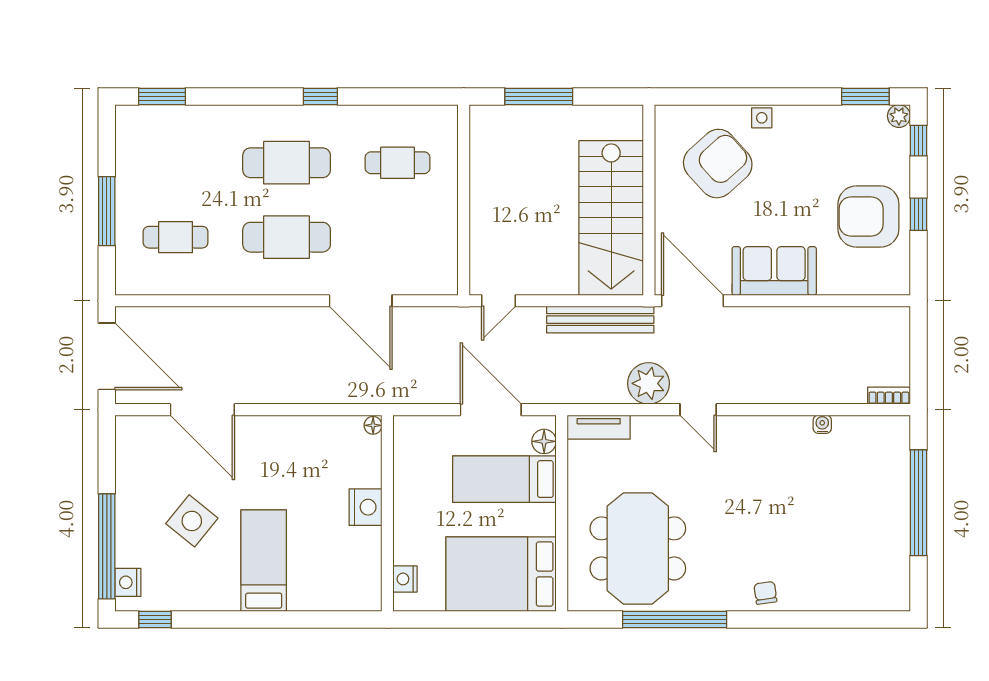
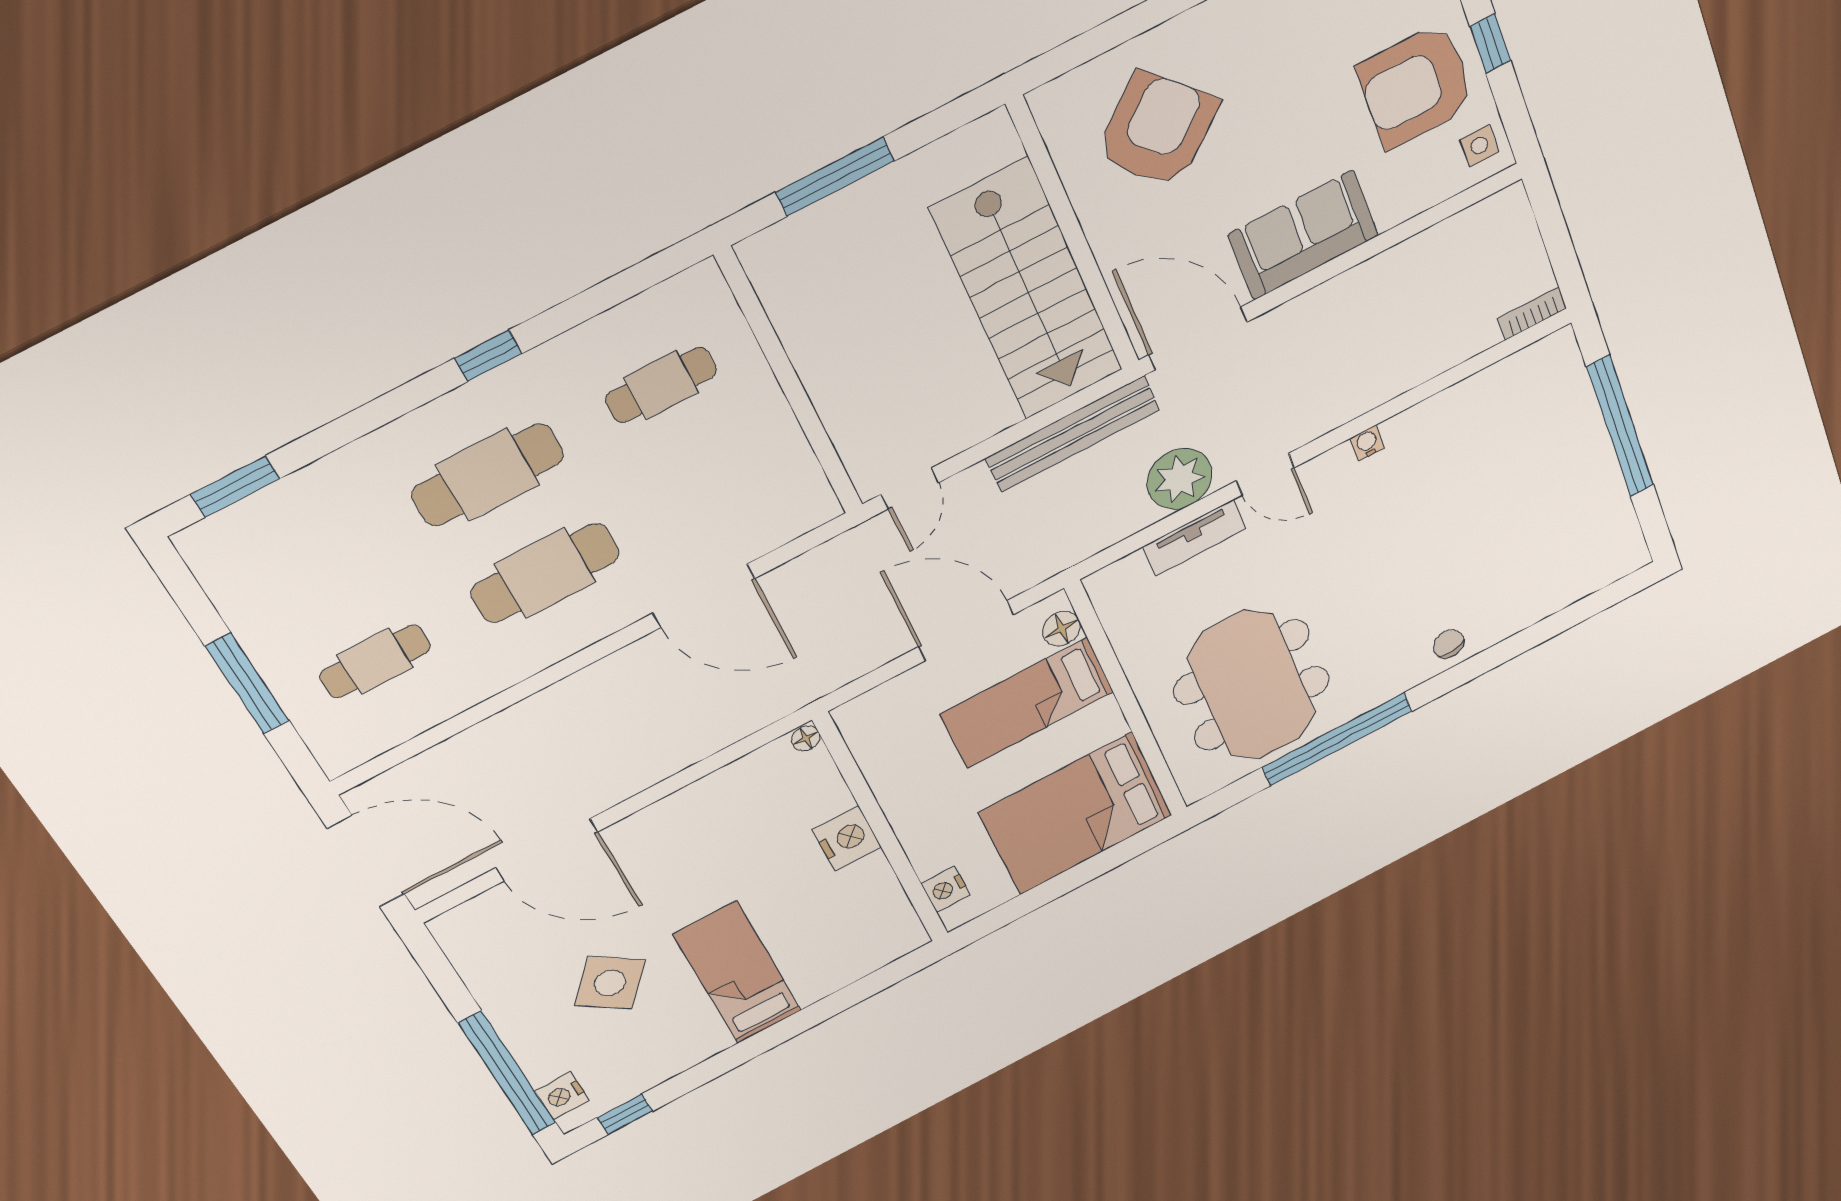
side table: (762, 118) -> (1479, 145), moved
water cooler: (822, 424) -> (1367, 443), moved
tv unit: (599, 427) -> (1194, 538), moved

